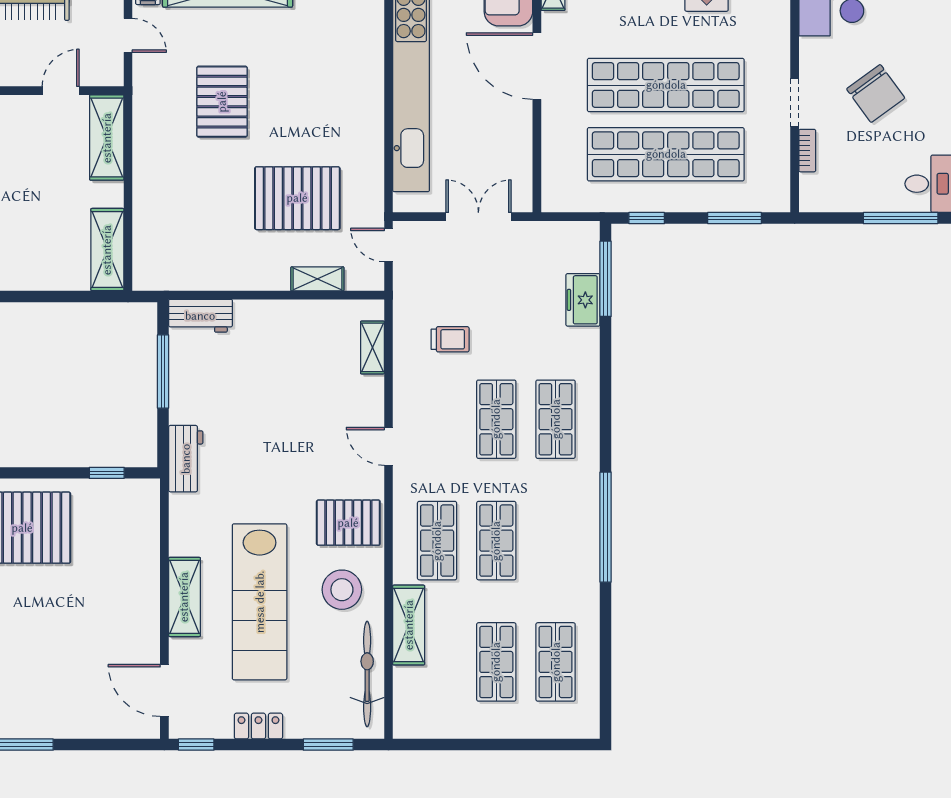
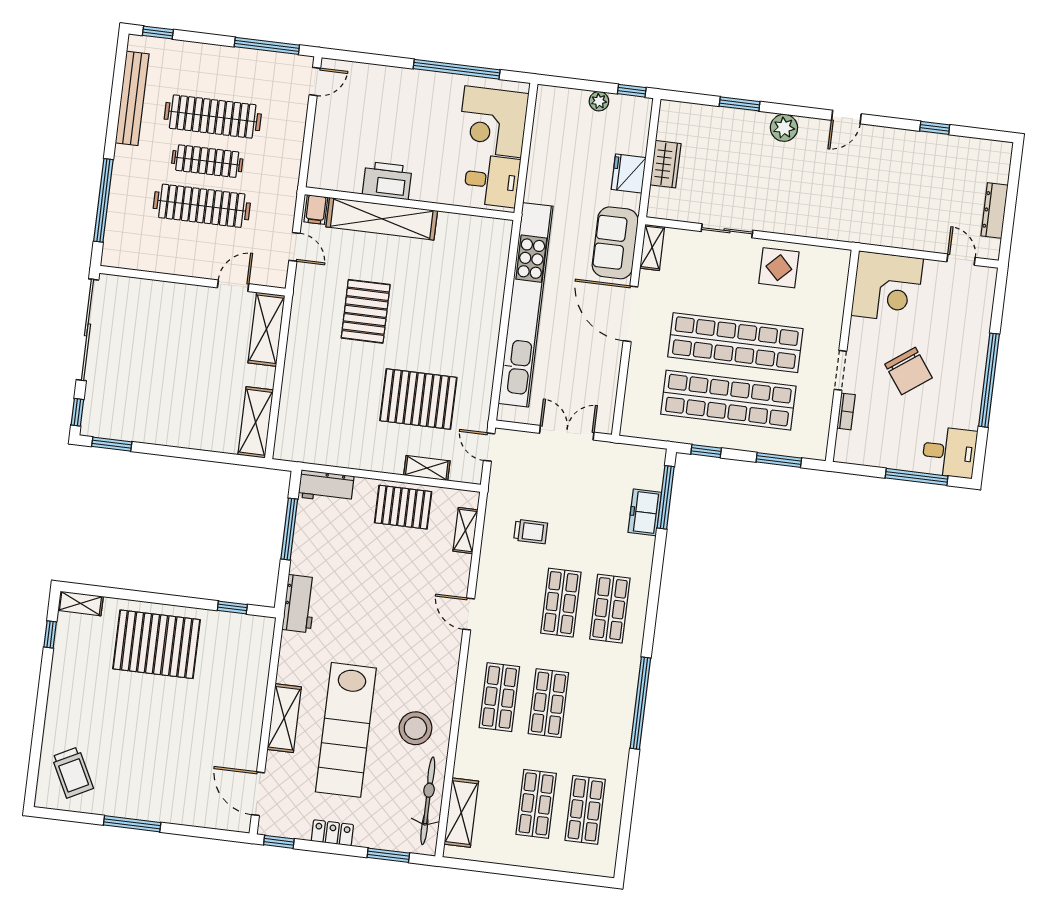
pallet: (348, 523) -> (403, 507), moved
shelving: (409, 625) -> (461, 813), moved

